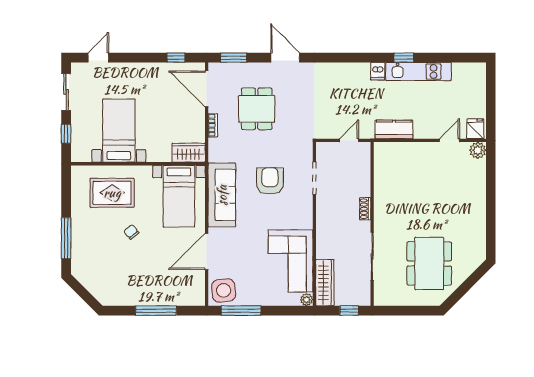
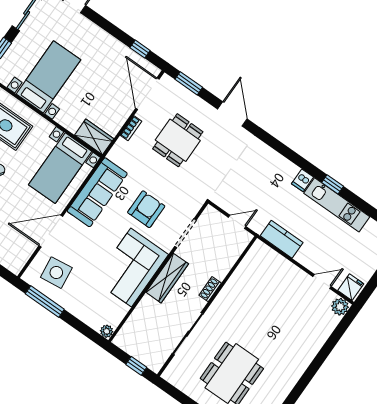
corner sofa: (291, 261) -> (131, 268), moved
wardrobe: (325, 283) -> (167, 278), moved
side table: (224, 290) -> (56, 273), moved

